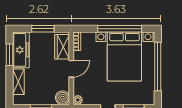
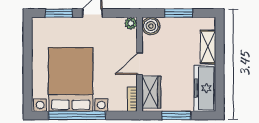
window: (9, 55) -> (220, 82), removed
window: (158, 67) -> (28, 67), removed

